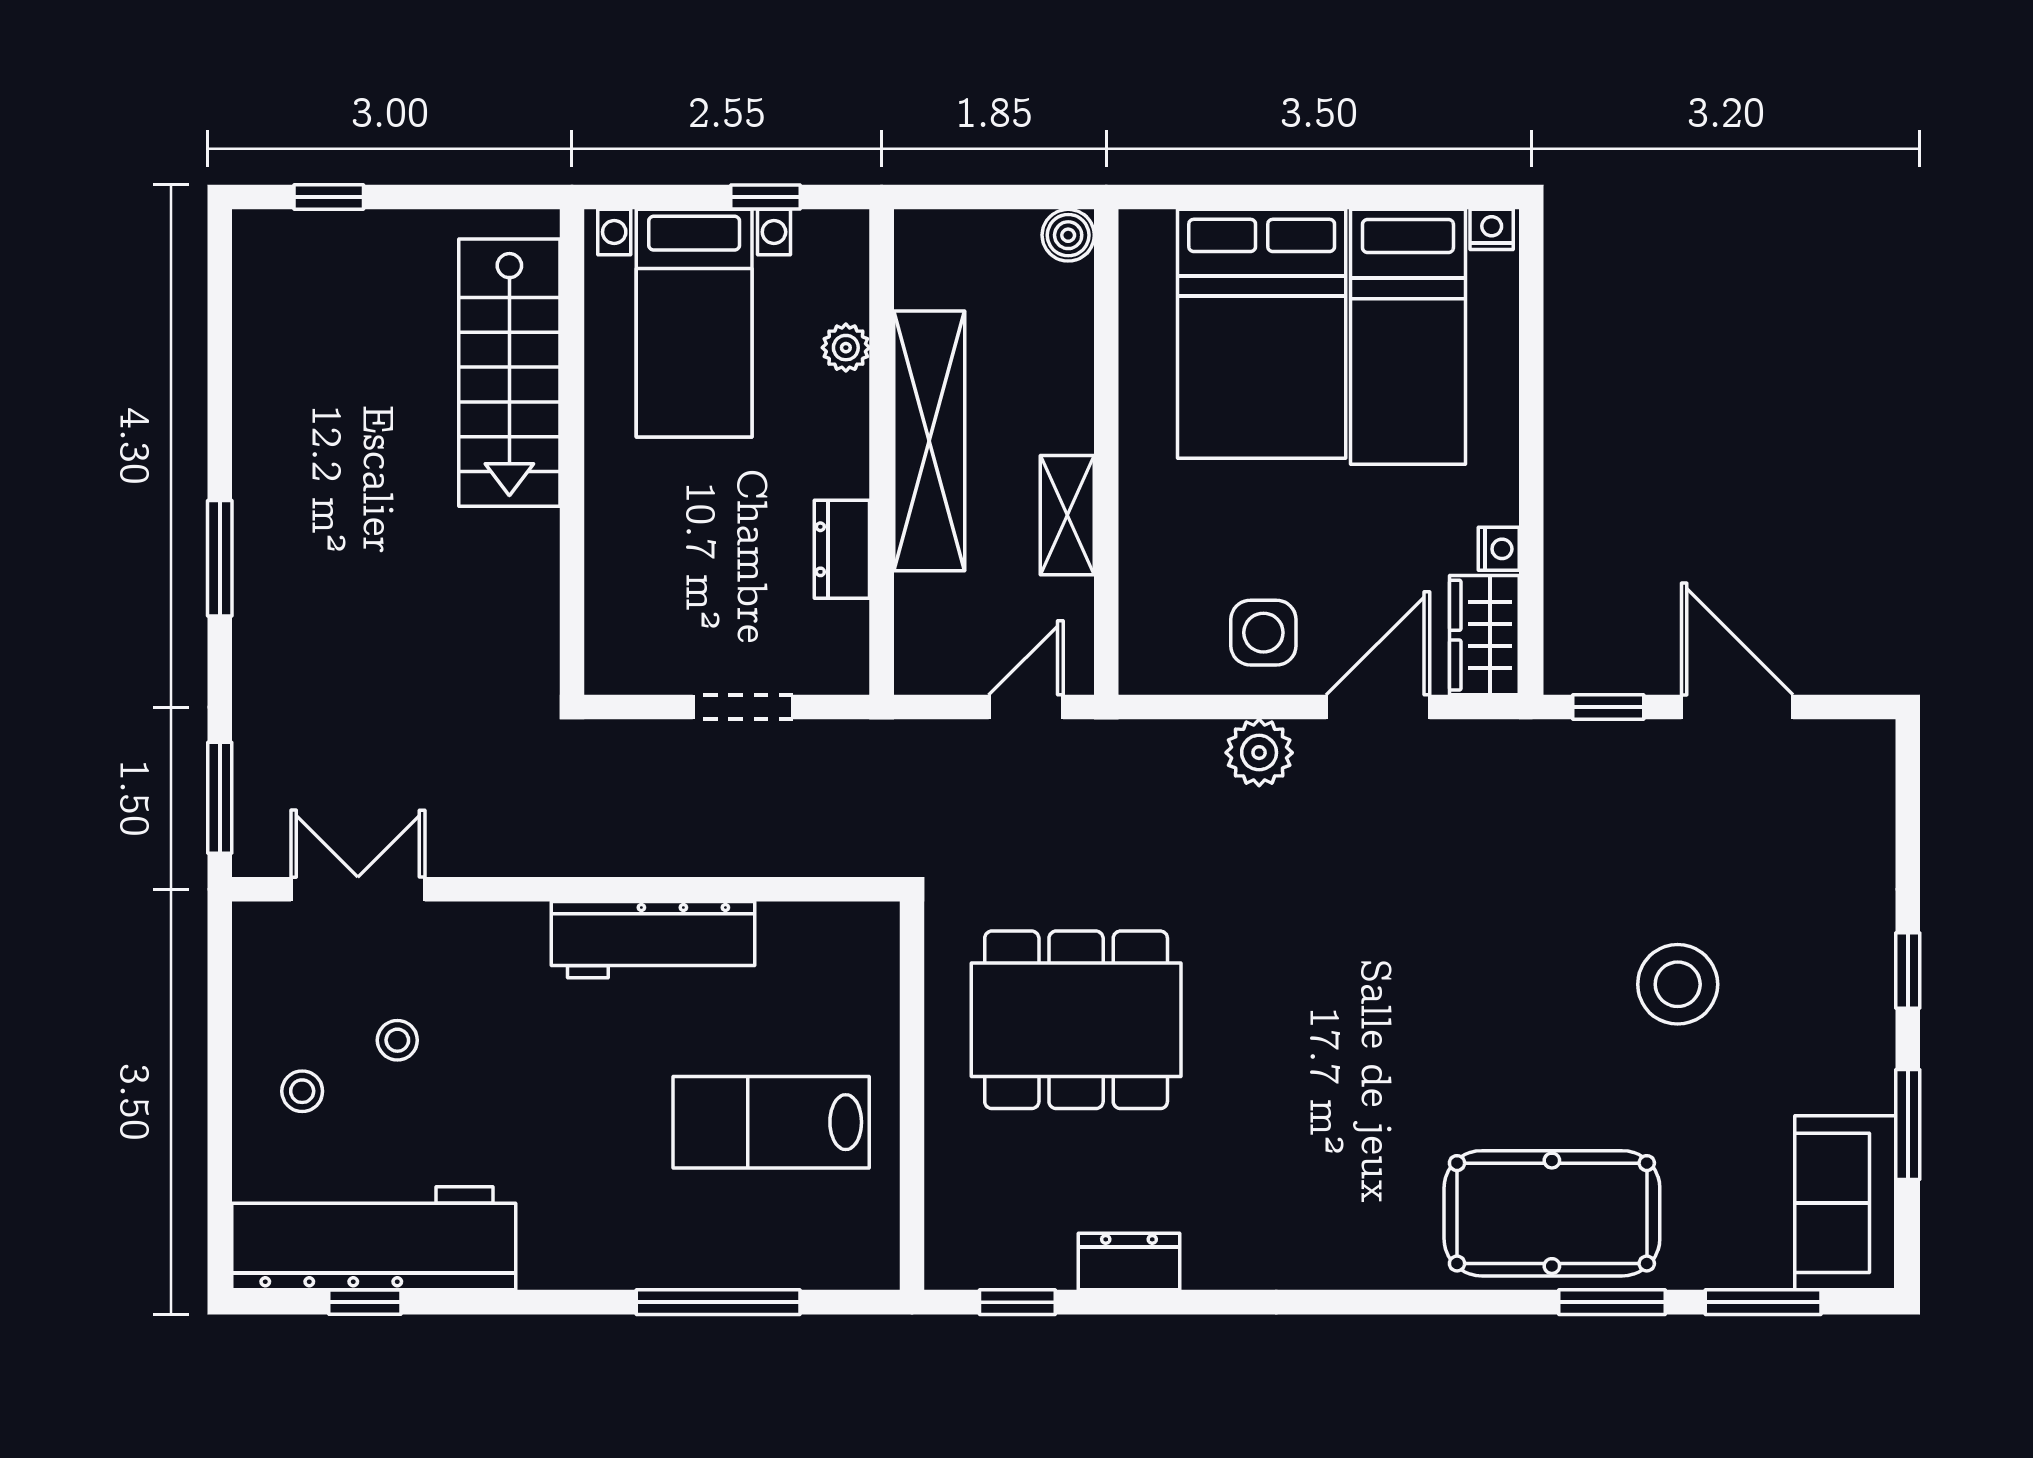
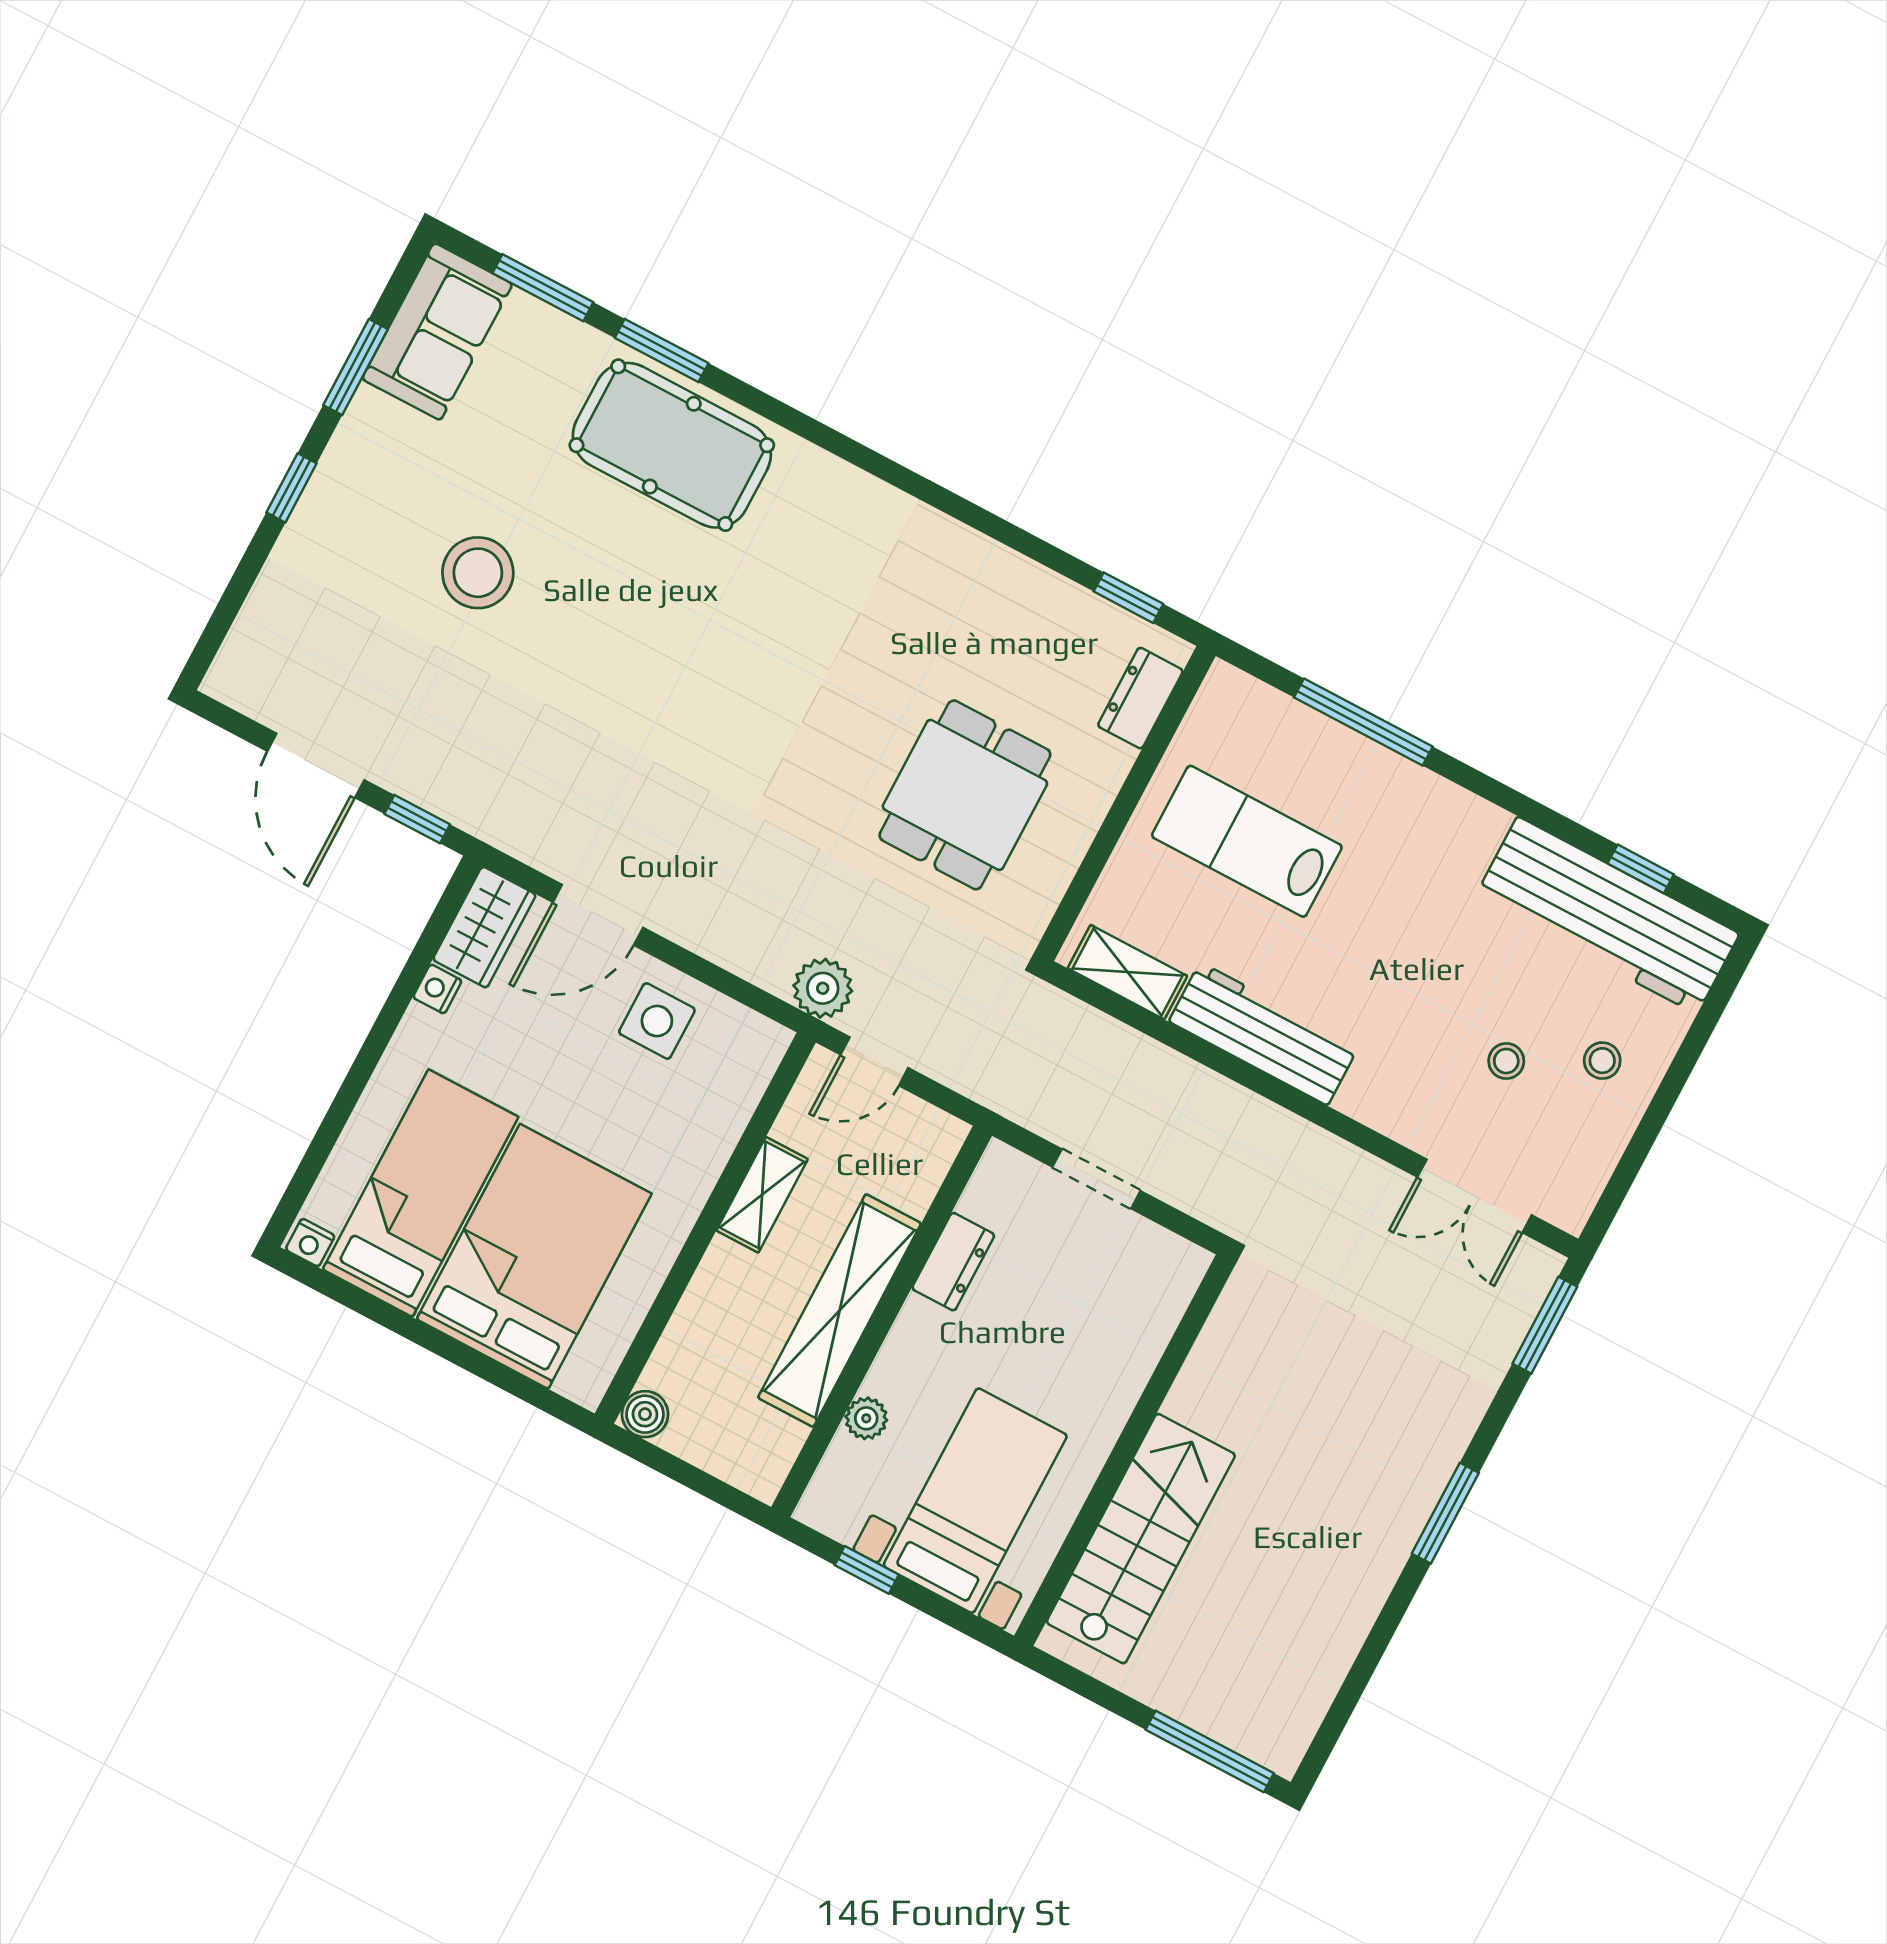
window: (329, 197) -> (1210, 1751), width x2.17
plant: (1259, 753) -> (823, 988), moved
shelving: (821, 929) -> (1127, 972), added
dining table: (1076, 1020) -> (965, 795), width x0.73
lab bench: (771, 1122) -> (1247, 841), turned 180
dresser: (1129, 1262) -> (1140, 698), moved, turned 90

